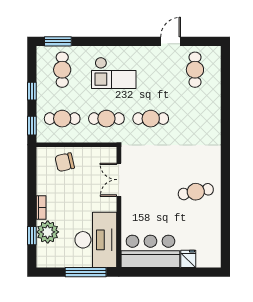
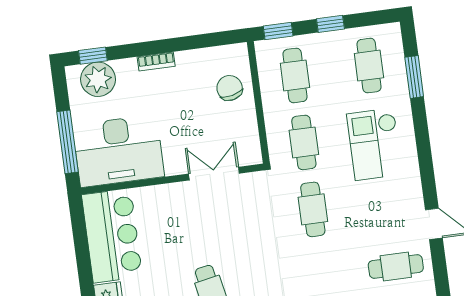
window: (58, 41) -> (414, 77), moved
cafe table: (62, 70) -> (369, 66), turned 90
plant: (48, 232) -> (98, 79), moved
window: (32, 236) -> (93, 56), moved

